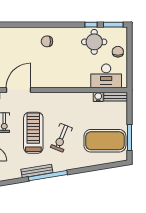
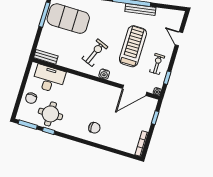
water cooler: (98, 97) -> (104, 74), moved
treadmill: (33, 133) -> (133, 46), turned 180
exercise bike: (61, 138) -> (95, 53), moved

